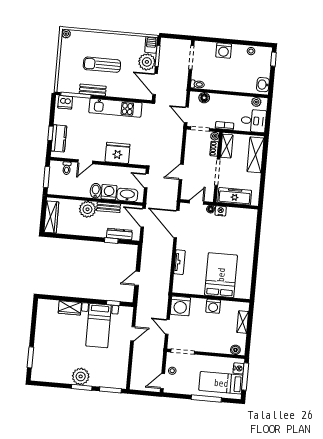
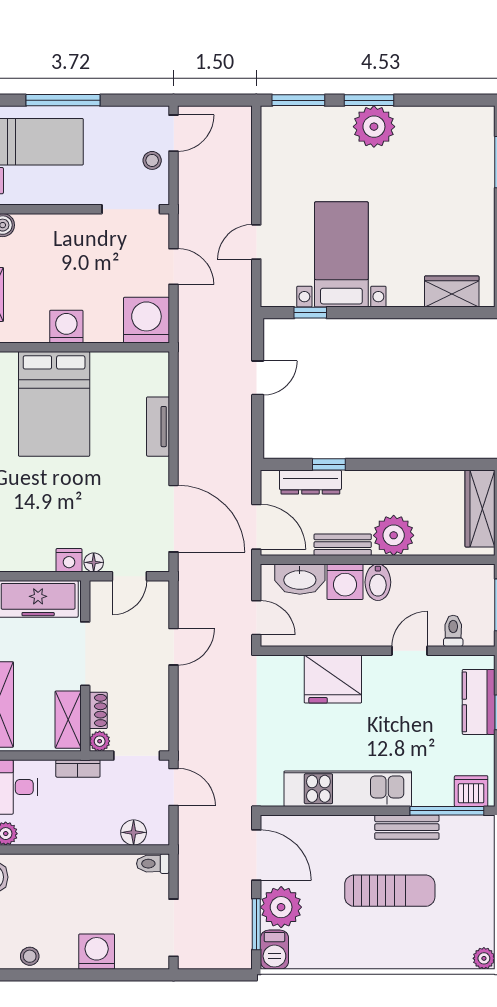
wardrobe: (70, 308) -> (452, 291), moved

